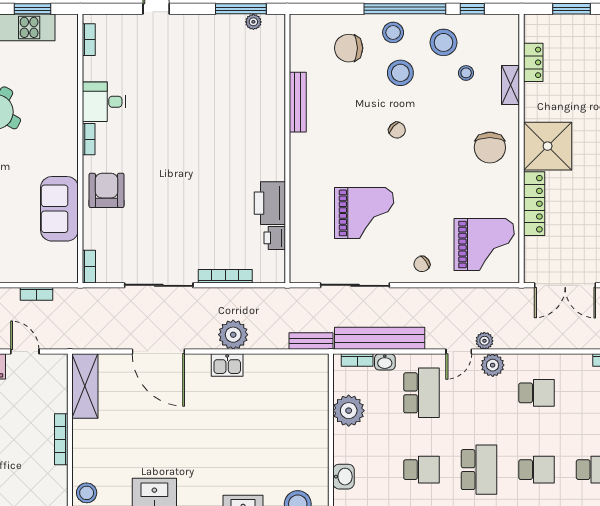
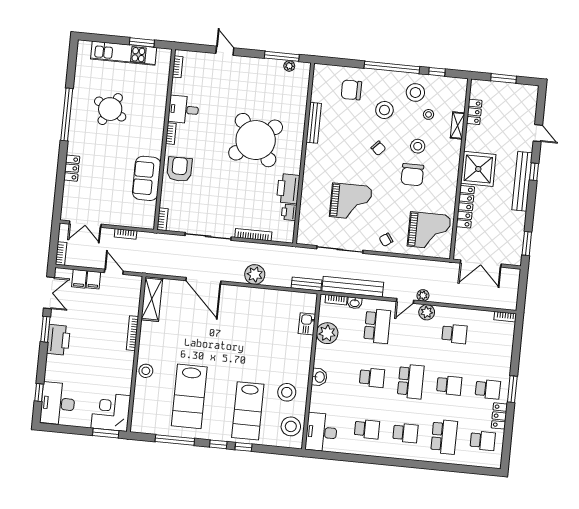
stool: (393, 32) -> (418, 146), moved
round table: (215, 136) -> (256, 140), added
chair: (490, 148) -> (412, 175), moved
kitchen sink: (227, 365) -> (307, 324), moved, turned 90

